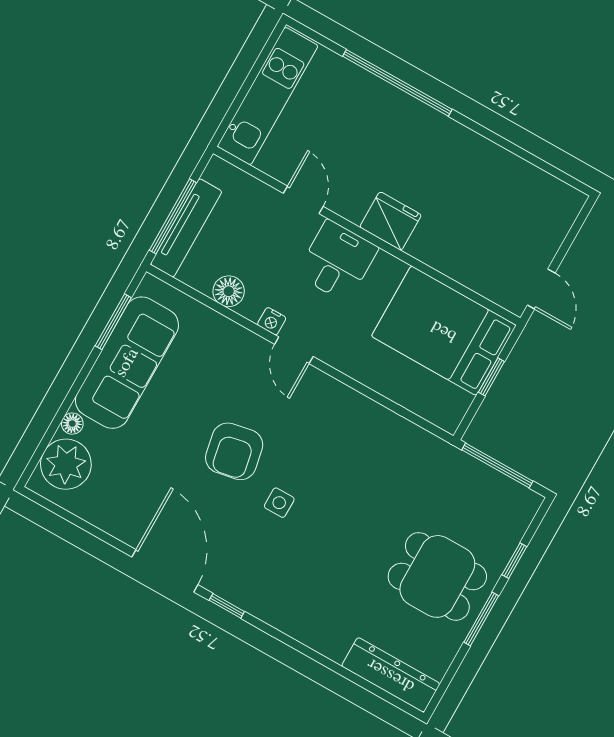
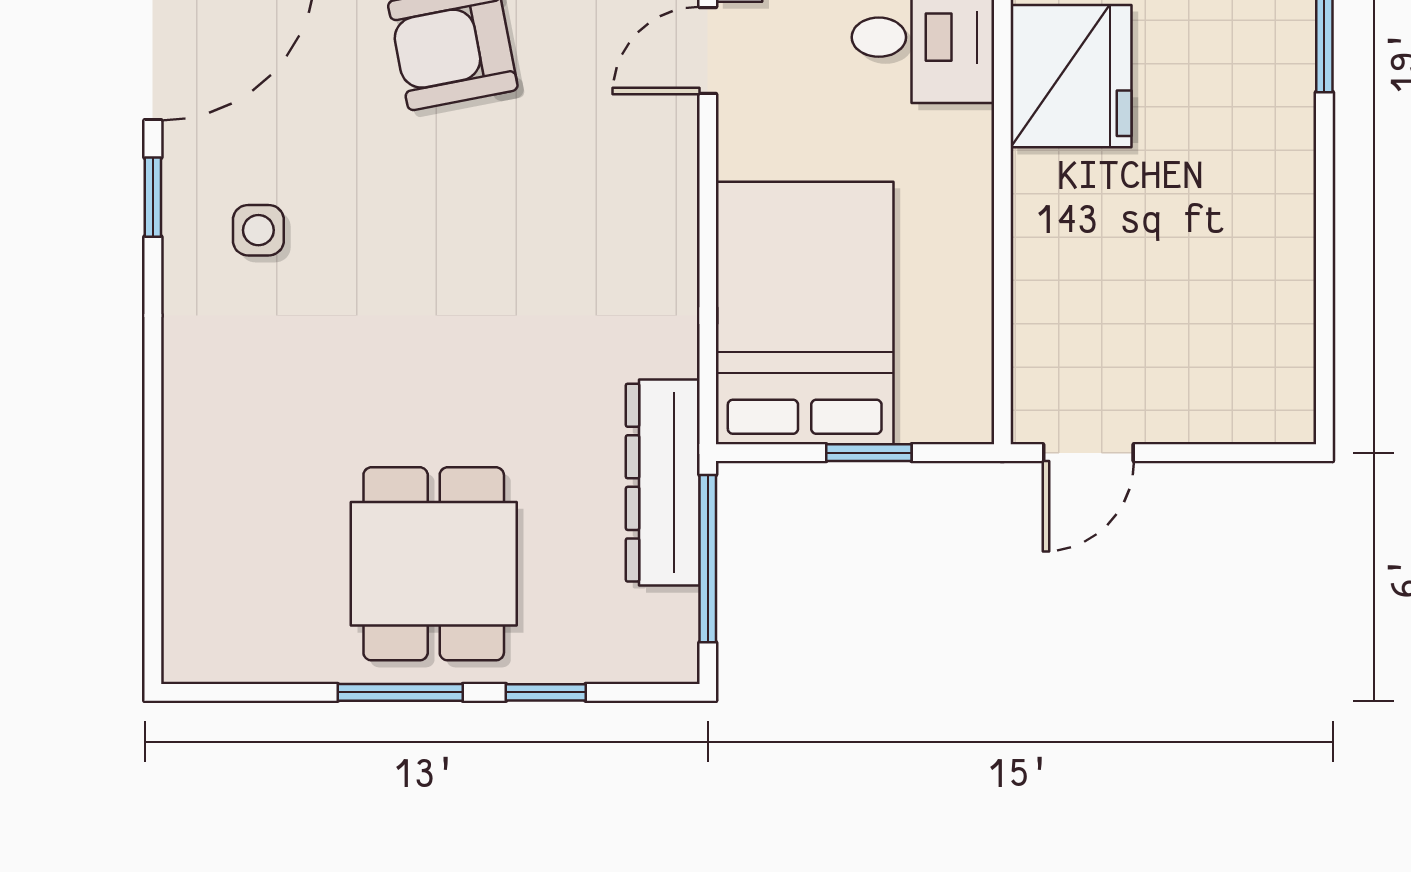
fridge: (391, 221) -> (1071, 76), width x1.36, depth x1.34
bed: (444, 331) -> (805, 313), moved
side table: (279, 503) -> (258, 230), moved
dresser: (391, 675) -> (663, 483), moved, turned 180

